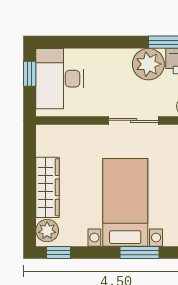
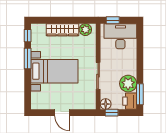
window: (30, 74) -> (113, 20), moved
plant: (47, 231) -> (85, 30), moved
window: (140, 253) -> (28, 58), moved

